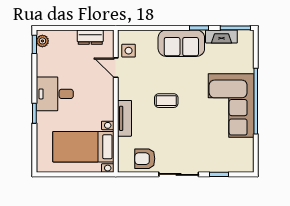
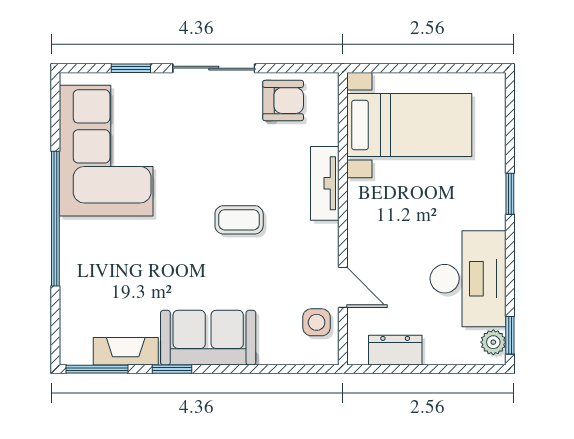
desk: (55, 94) -> (468, 279), moved, width x1.37
corner sofa: (231, 106) -> (106, 151), moved

